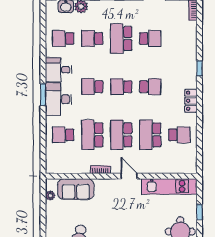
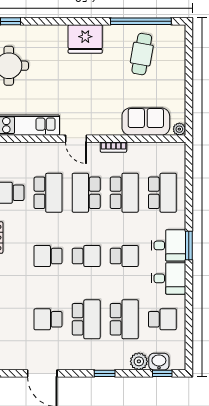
school desk: (92, 39) -> (124, 319), width x1.85
desk: (58, 99) -> (169, 245), width x0.73
school desk: (63, 135) -> (162, 193), width x1.85
school desk: (121, 135) -> (86, 193), turned 180
plant: (50, 195) -> (179, 129), moved

